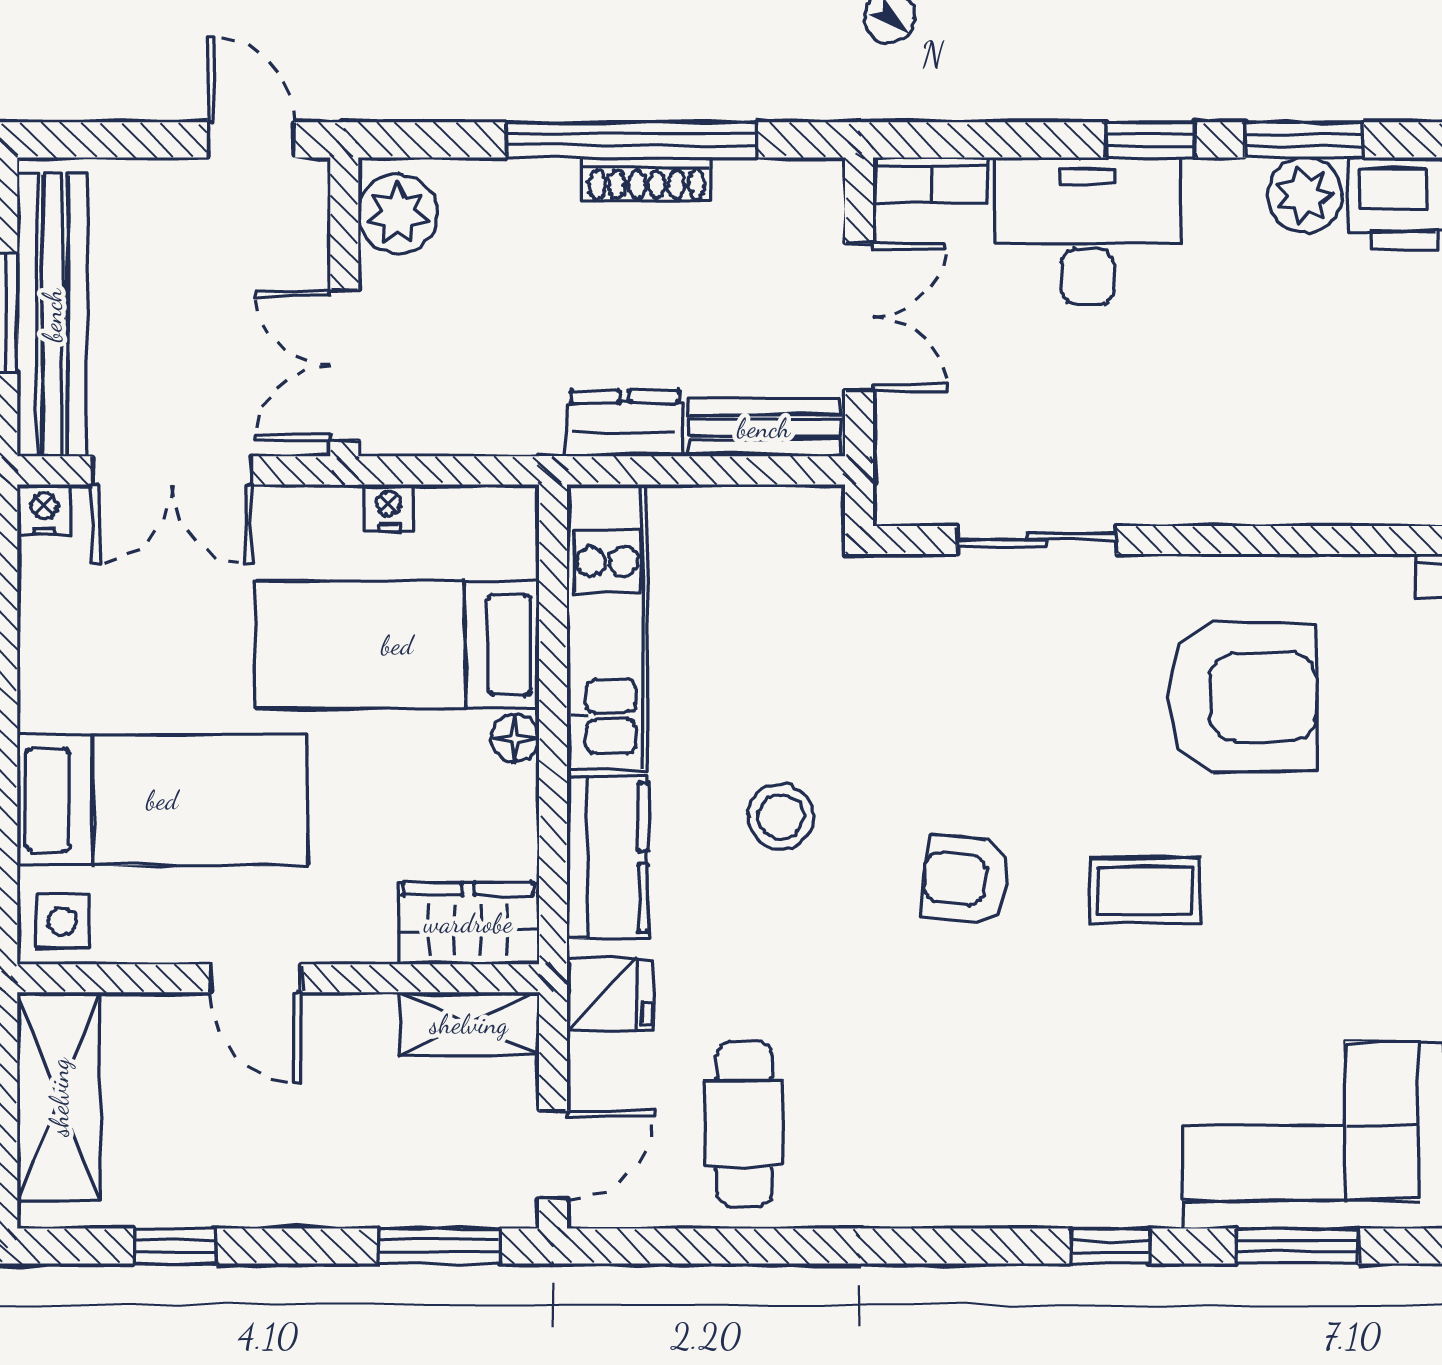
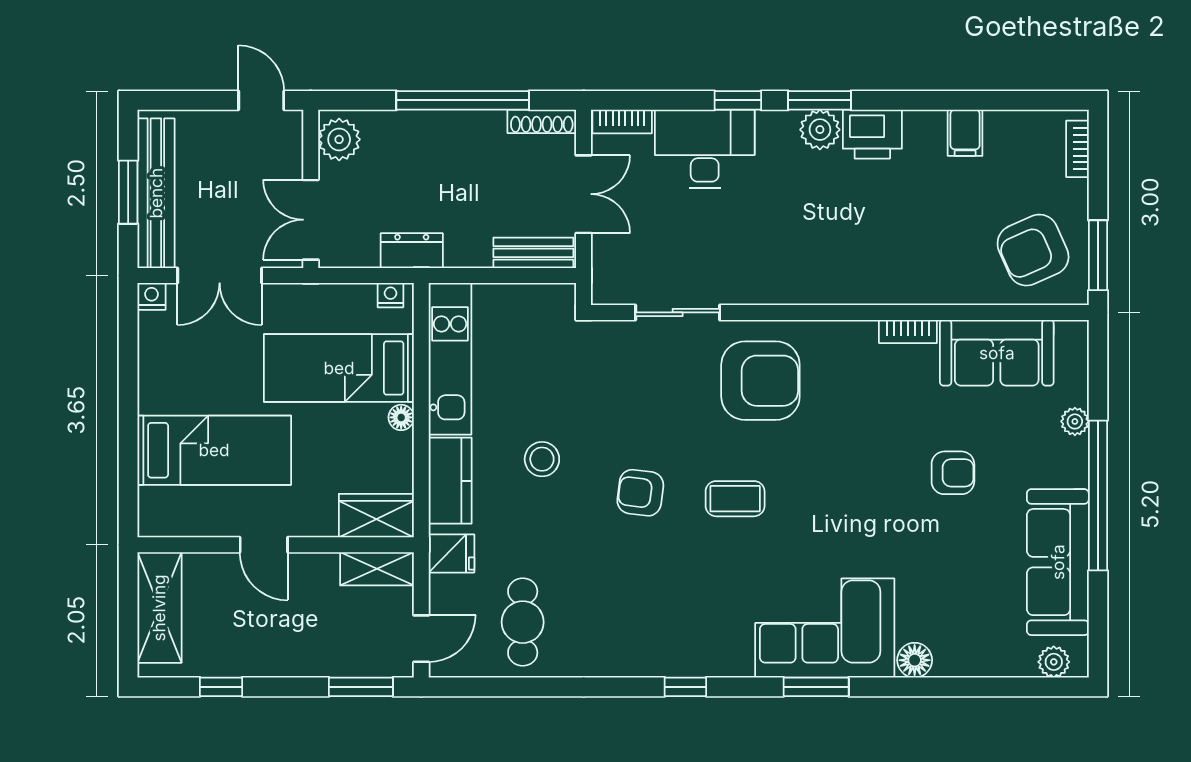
shoe rack: (647, 179) -> (542, 121), moved
dresser: (625, 423) -> (412, 251), moved
nightstand: (389, 507) -> (390, 295), moved
armchair: (1242, 697) -> (760, 381), moved
side table: (62, 922) -> (161, 515), removed
window: (1111, 1246) -> (685, 687), moved

